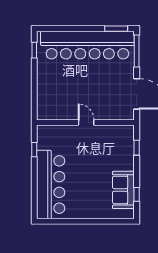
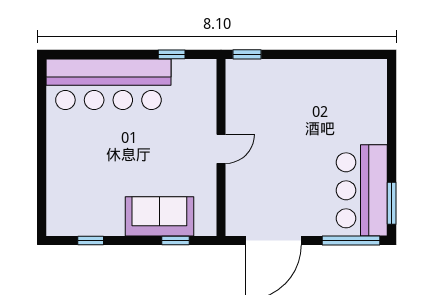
bar counter: (87, 45) -> (362, 190), width x0.54
window: (34, 50) -> (247, 54), moved
sofa: (123, 190) -> (159, 216), moved

